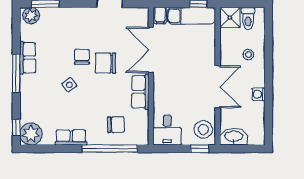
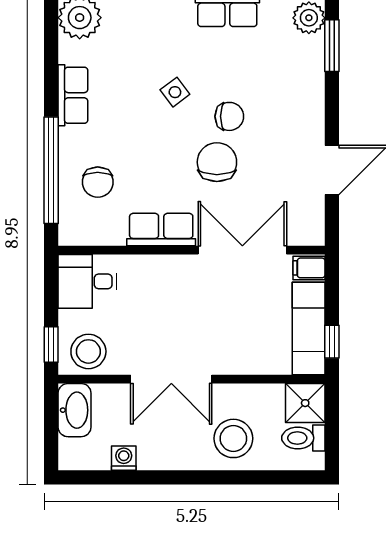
stool: (248, 55) -> (233, 438), width x1.89, depth x1.89
washing machine: (258, 94) -> (124, 458), moved

